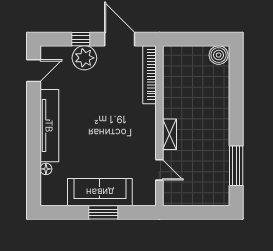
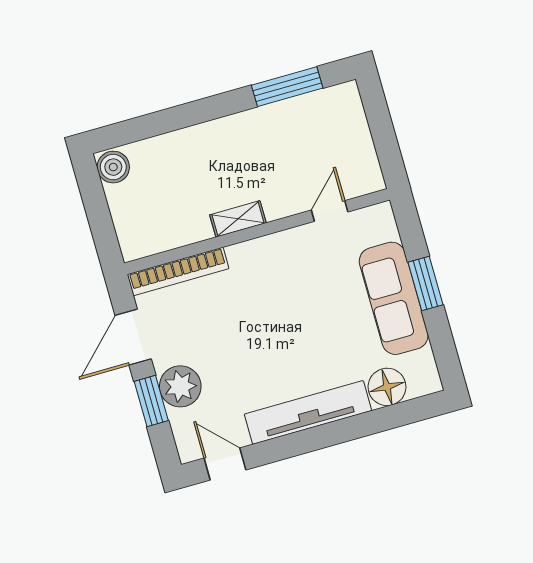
window: (81, 39) -> (151, 401), width x1.50
shelving: (169, 134) -> (238, 219), moved
floor lamp: (46, 169) -> (387, 387), width x1.89, depth x1.89

